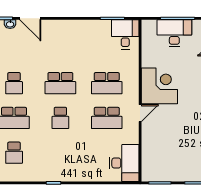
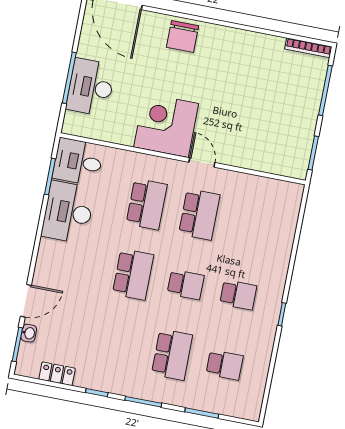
school desk: (14, 83) -> (238, 295), moved
desk: (124, 163) -> (68, 212), moved, turned -90

